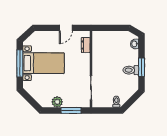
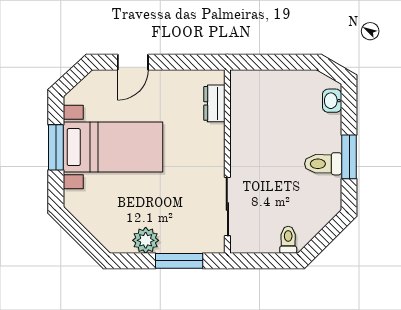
door: (66, 28) -> (133, 62), moved
window: (20, 63) -> (56, 147), width x0.69

